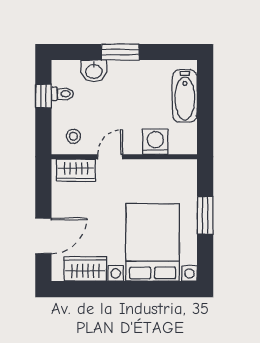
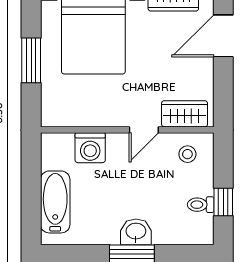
washbasin: (94, 71) -> (136, 232), moved

